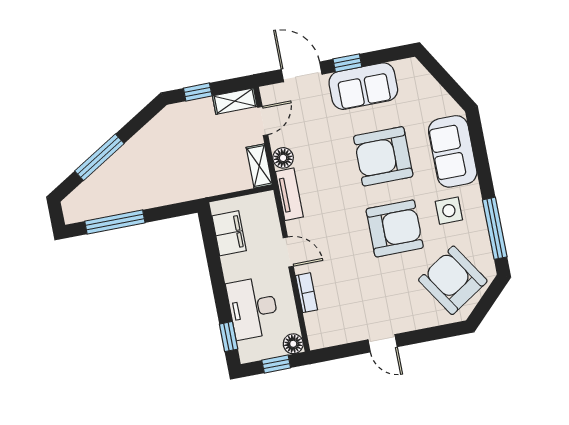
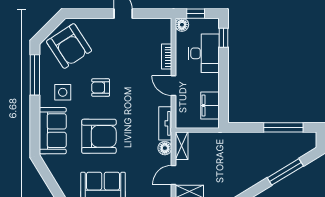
armchair: (395, 228) -> (101, 88), width x0.53, depth x0.53

